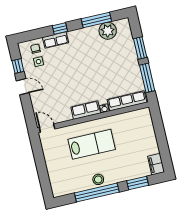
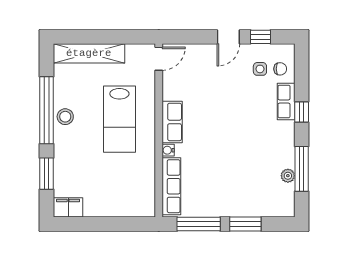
plant: (108, 31) -> (288, 176), width x0.53, depth x0.53
shelving: (54, 174) -> (89, 53), added

